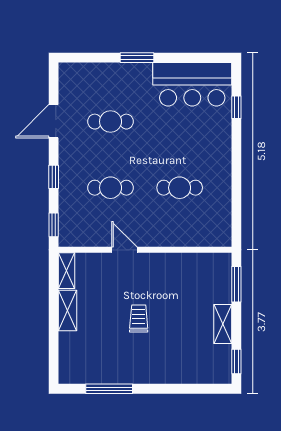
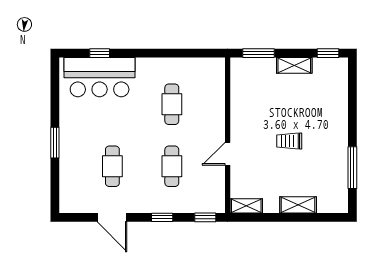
bar counter: (192, 84) -> (100, 77), moved, turned 90
shelving: (68, 310) -> (298, 205), moved

